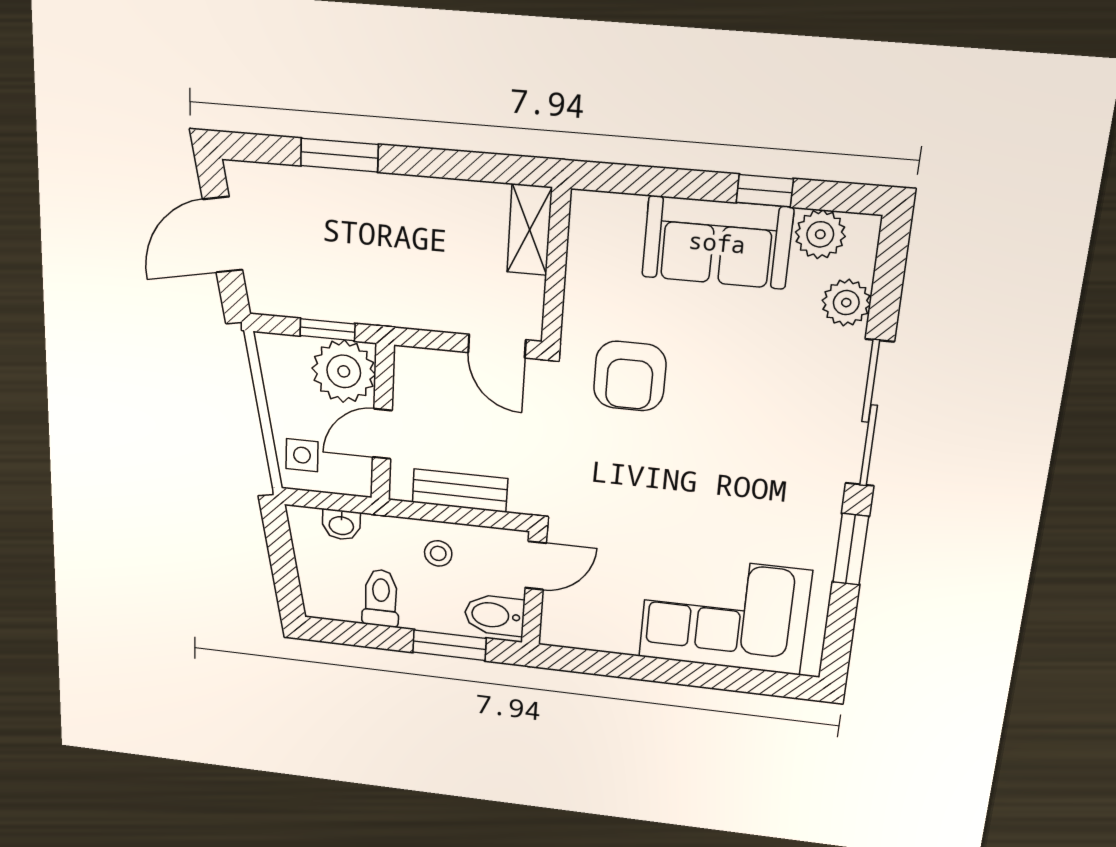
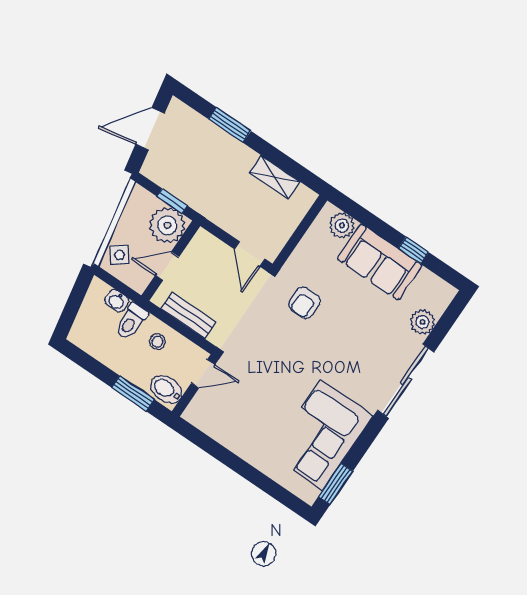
shelving: (529, 230) -> (275, 177), moved, turned 90
plant: (820, 234) -> (342, 226), moved
armchair: (630, 376) -> (304, 303), width x0.72, depth x0.72
side table: (302, 455) -> (120, 255), turned -38
window: (851, 549) -> (336, 484), moved
toilet: (381, 598) -> (131, 321), moved, turned 180
corner sofa: (724, 614) -> (322, 435), moved, turned -90

